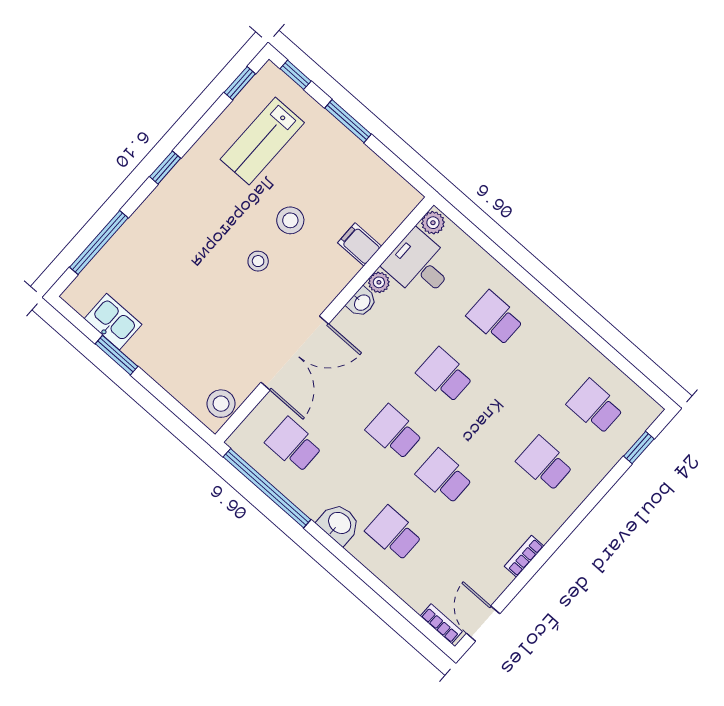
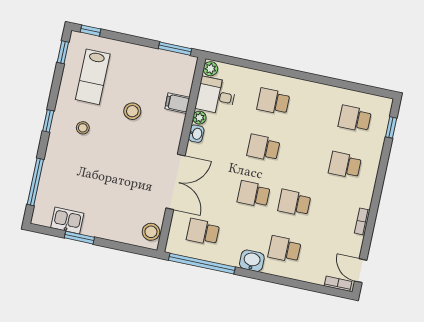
window: (348, 121) -> (175, 49), moved
stool: (258, 261) -> (83, 128), moved

